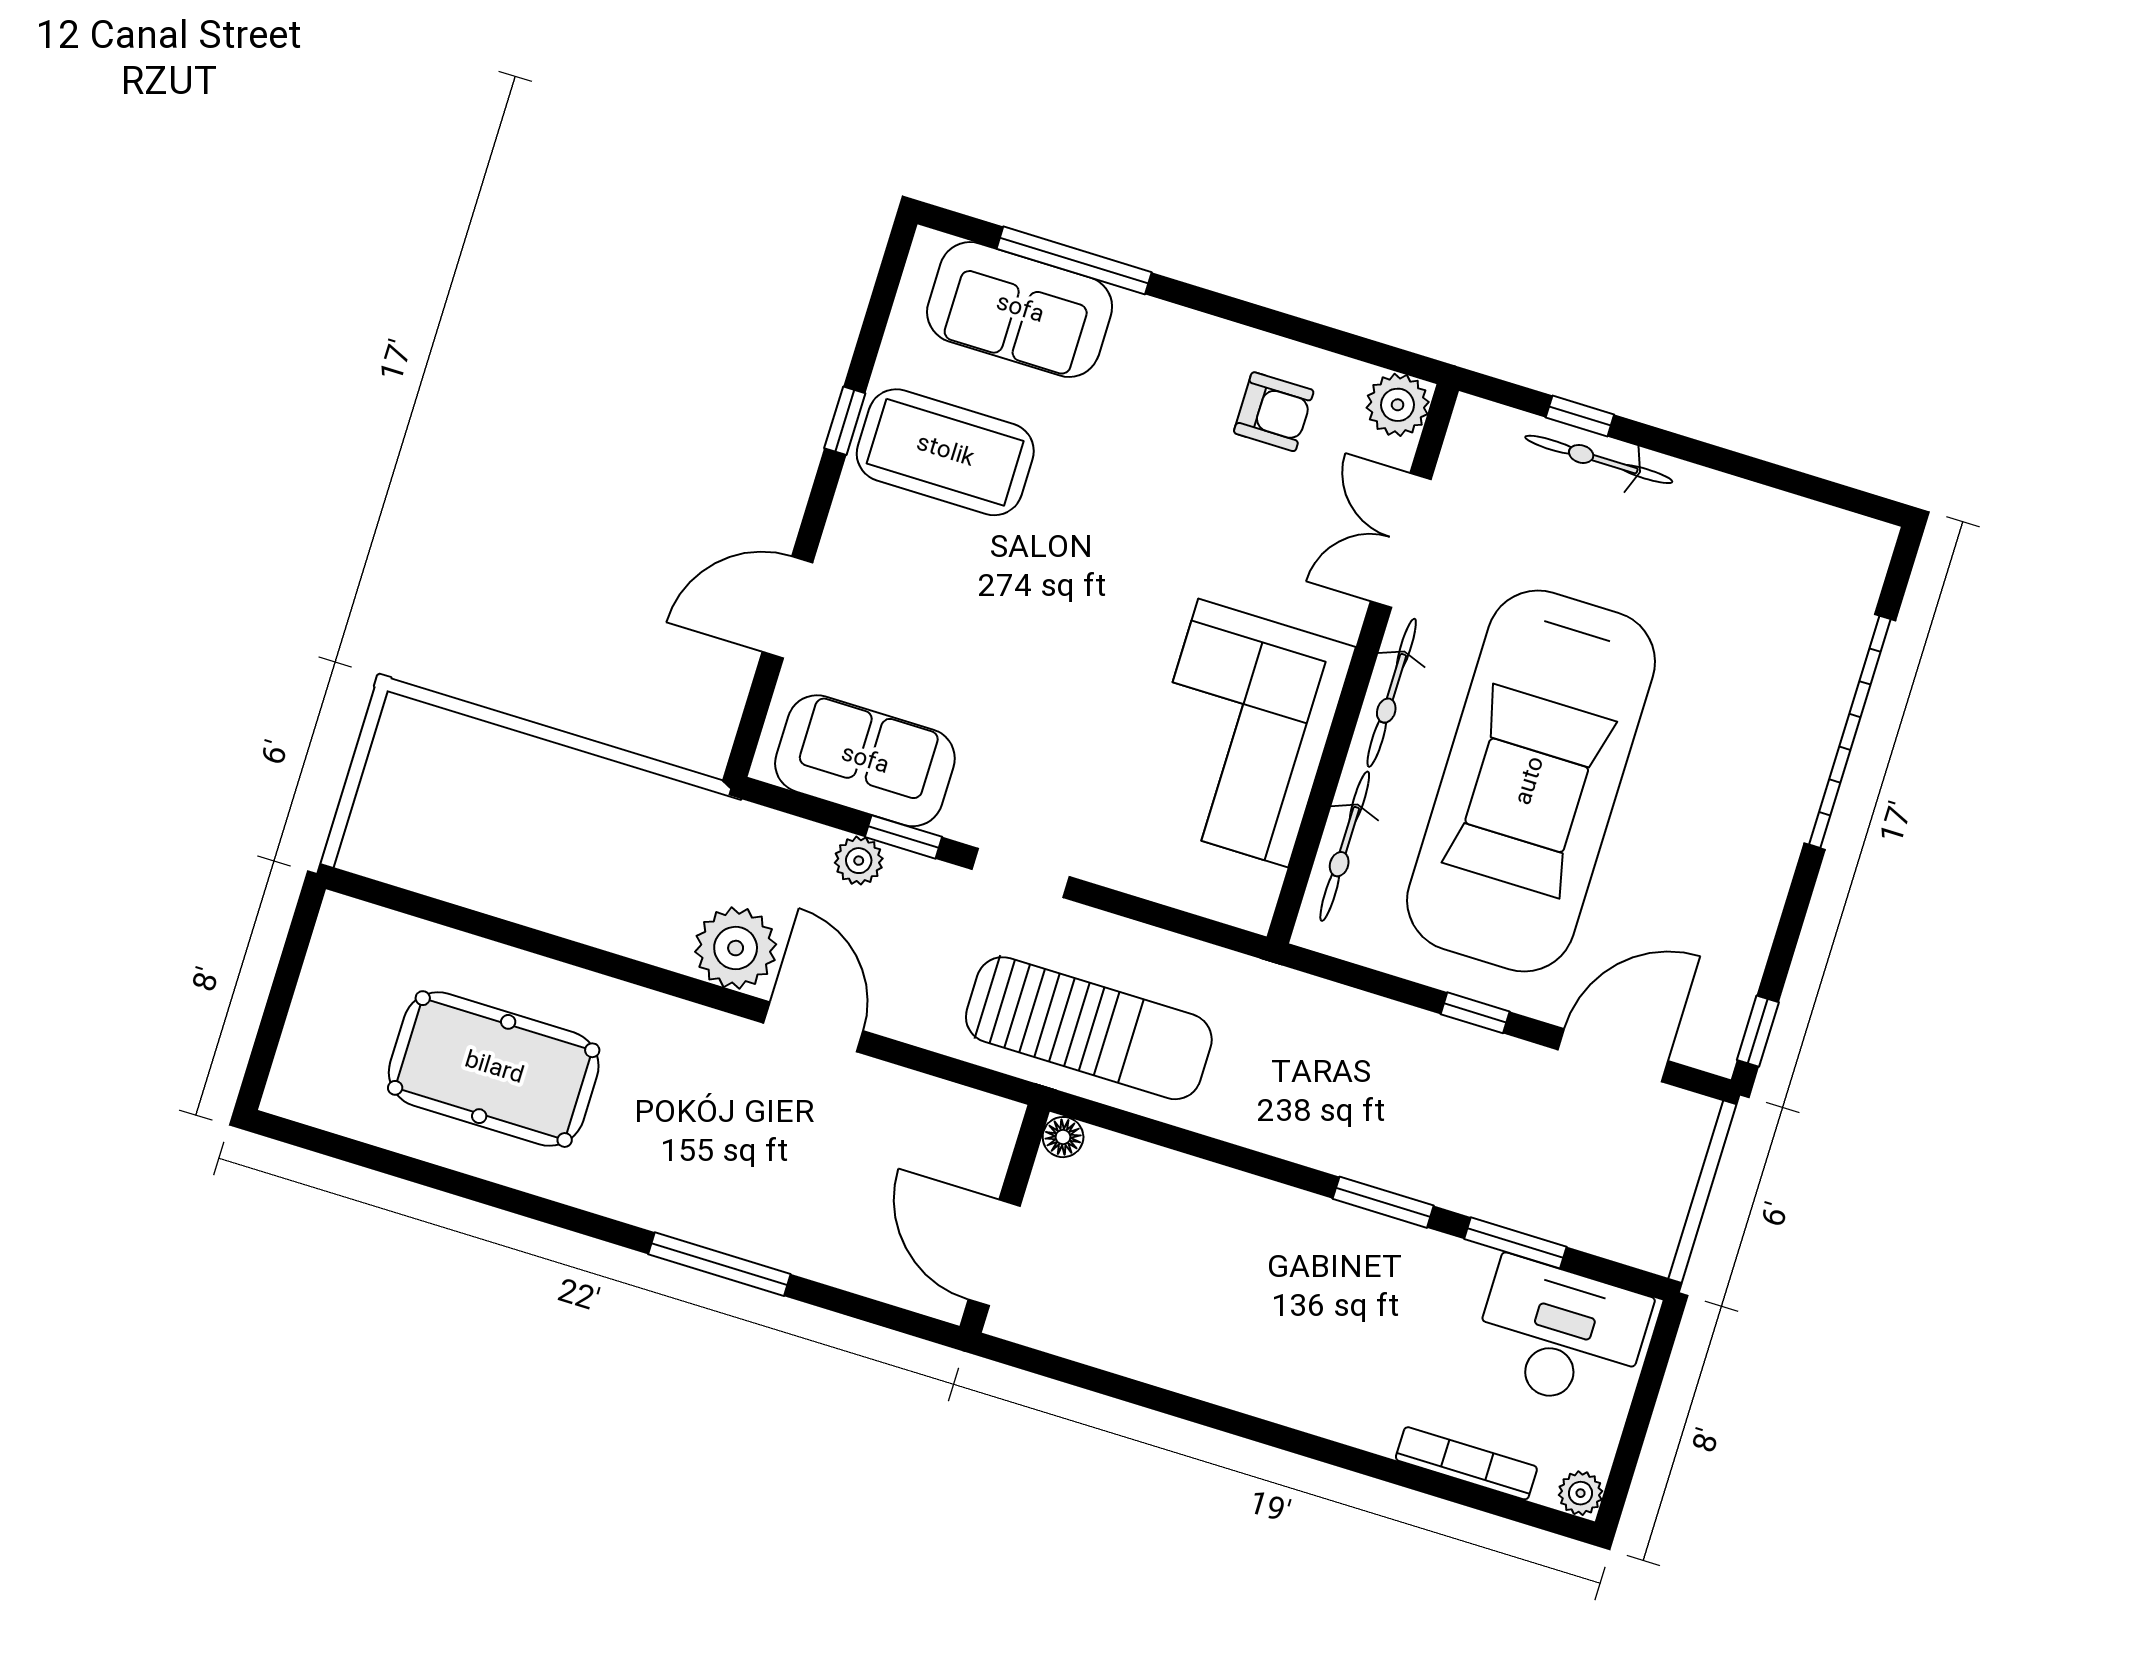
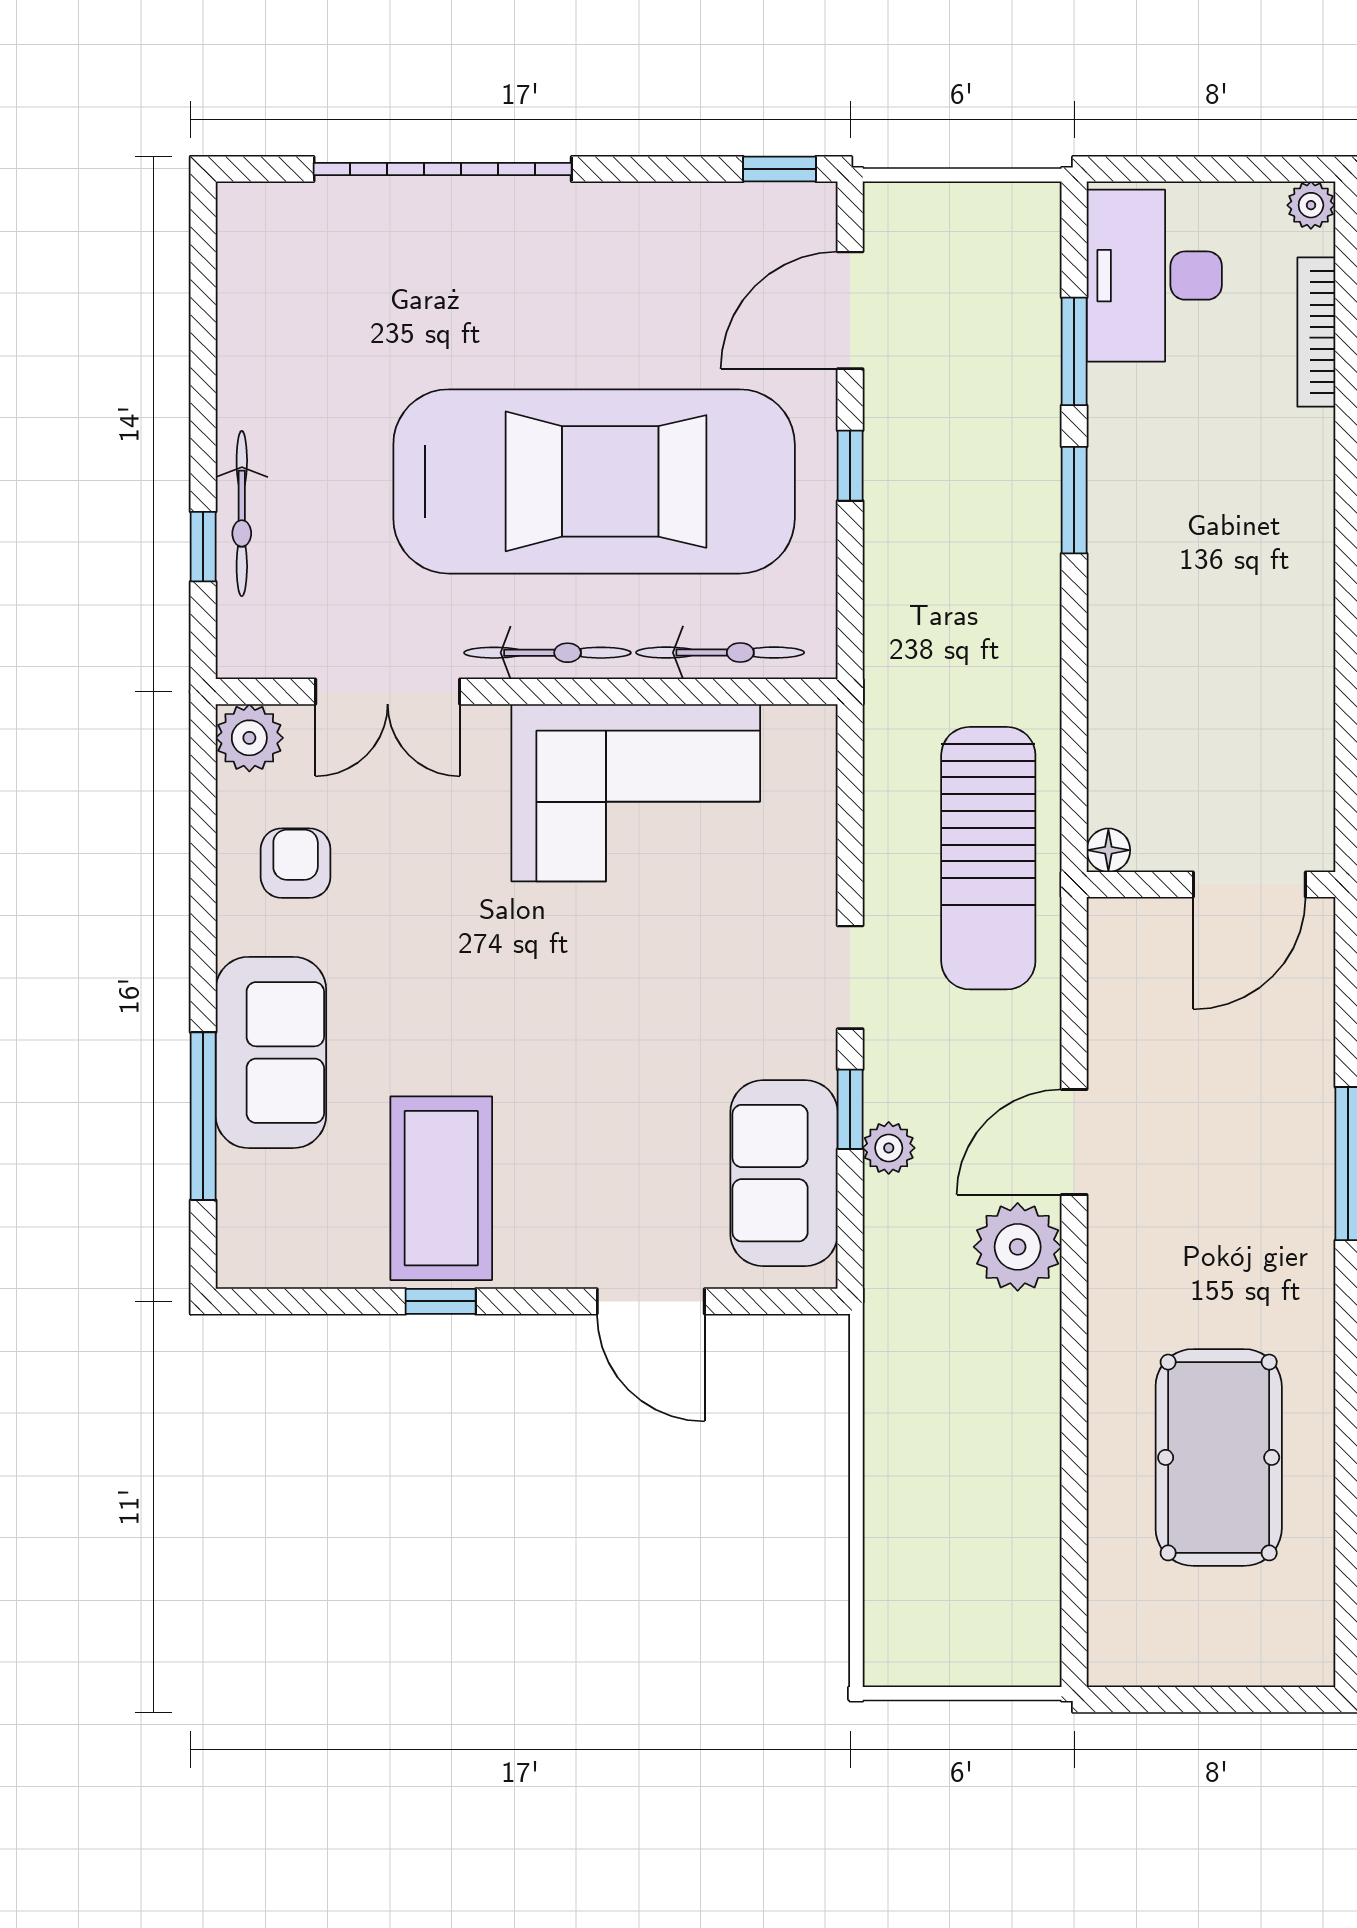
sofa: (1020, 310) -> (271, 1052), moved
sun lounger: (1089, 1028) -> (988, 858), turned 180
door: (1613, 1055) -> (850, 310), hinge flipped

